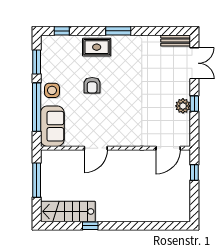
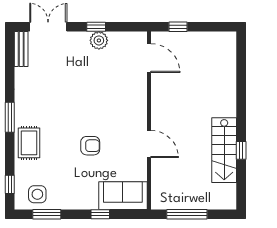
armchair: (92, 85) -> (90, 146), moved
side table: (52, 90) -> (37, 194), moved
window: (37, 107) -> (100, 214), width x0.32
stairs: (68, 211) -> (224, 150), moved

